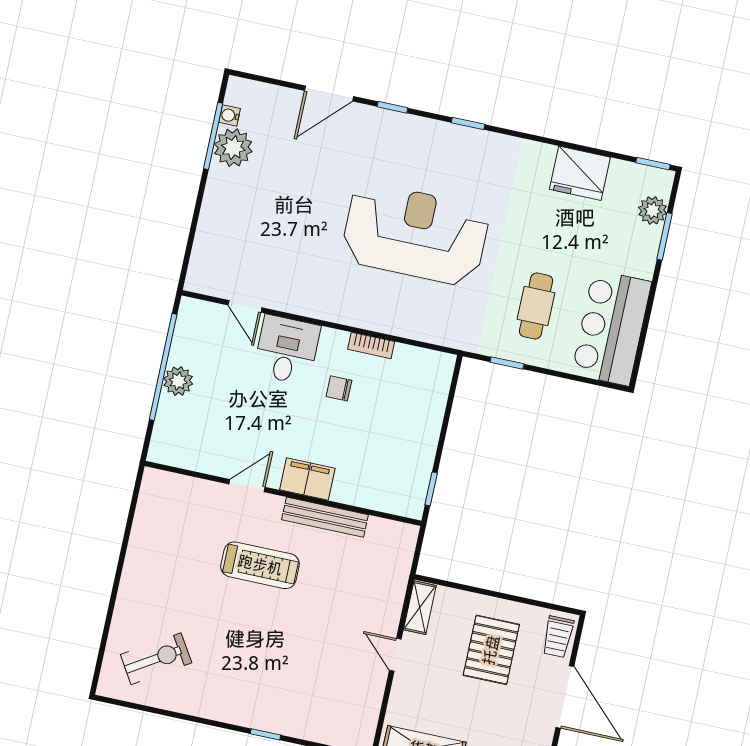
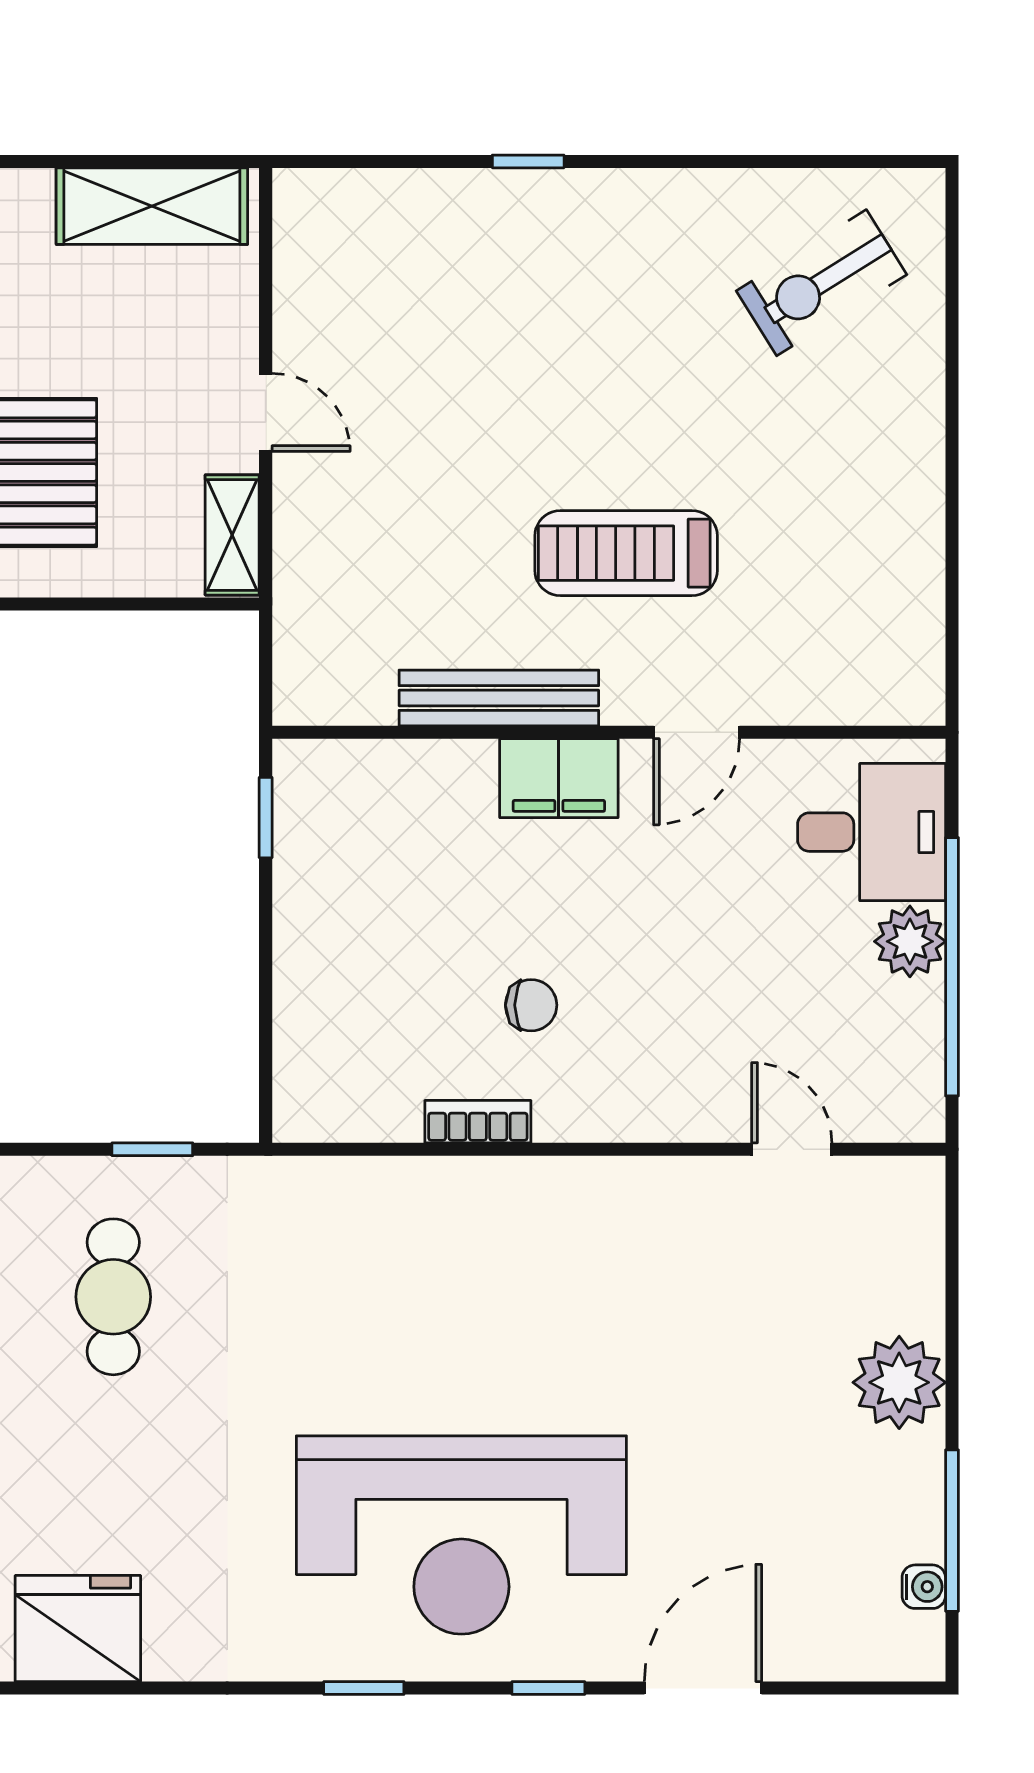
plant: (233, 148) -> (899, 1382), moved
reception desk: (415, 234) -> (461, 1535), moved
desk: (287, 350) -> (872, 832), moved, turned -90

